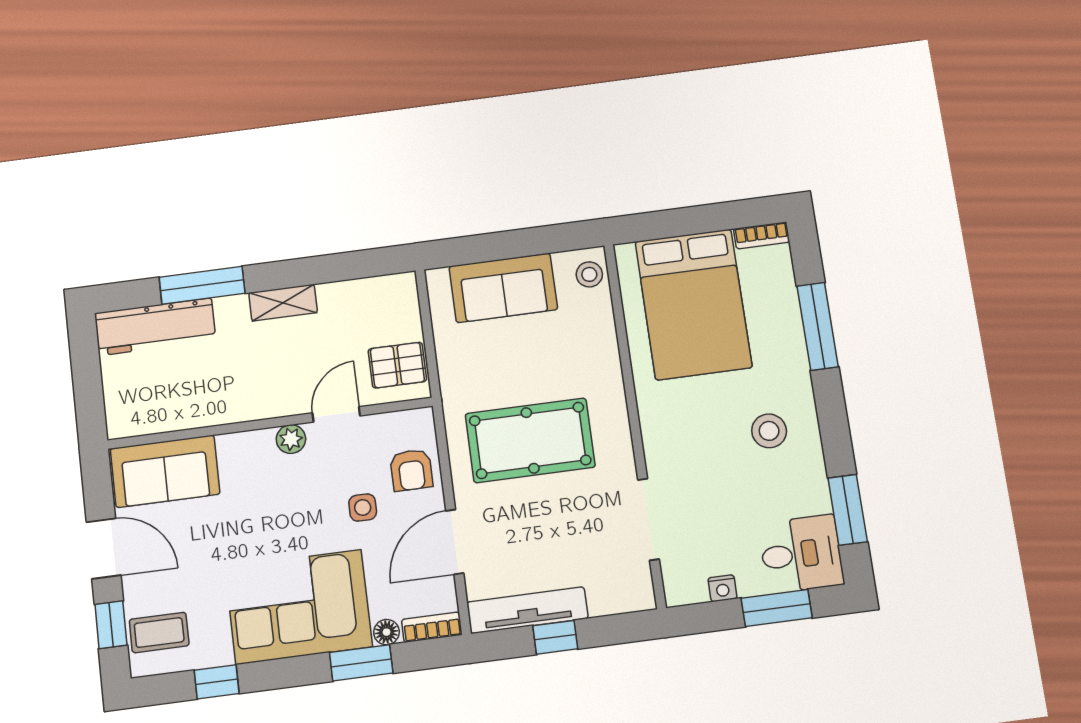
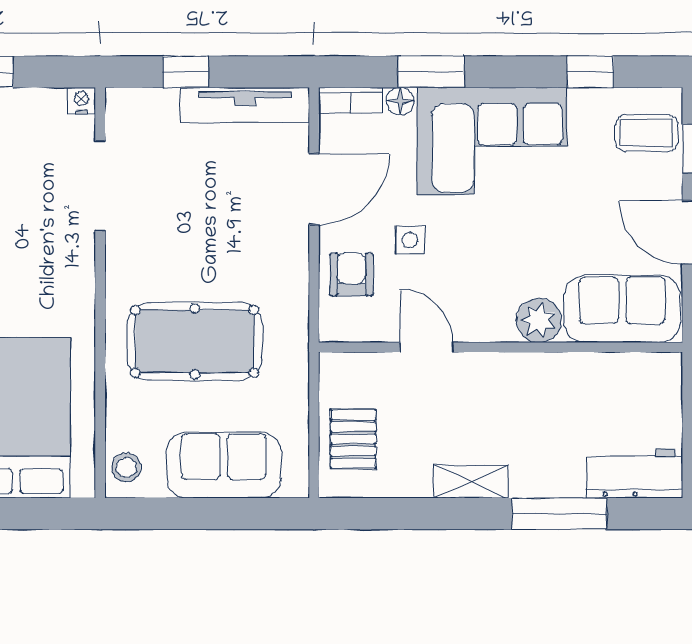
workbench: (155, 327) -> (635, 473), width x0.73
pallet: (397, 365) -> (353, 439), moved, turned 90
door: (336, 414) -> (427, 347), swing flipped
plant: (291, 439) -> (539, 320), moved, width x1.38, depth x1.38
pool table: (530, 440) -> (195, 341), moved
nightstand: (723, 588) -> (81, 101), moved
window: (555, 637) -> (186, 72), moved

